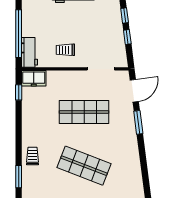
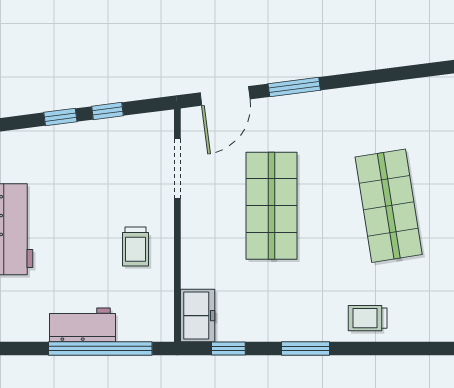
workbench: (30, 52) -> (82, 325), moved
door: (134, 91) -> (225, 96), swing flipped
shop shelf: (84, 166) -> (389, 206), turned -30
window: (19, 177) -> (306, 349), moved

